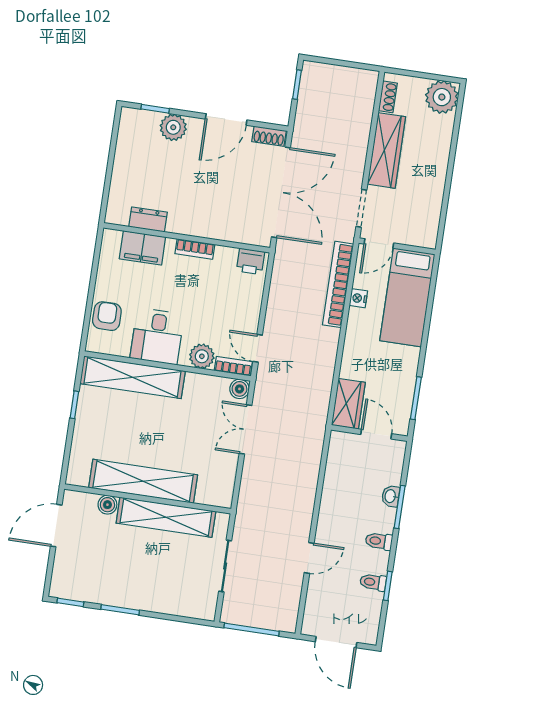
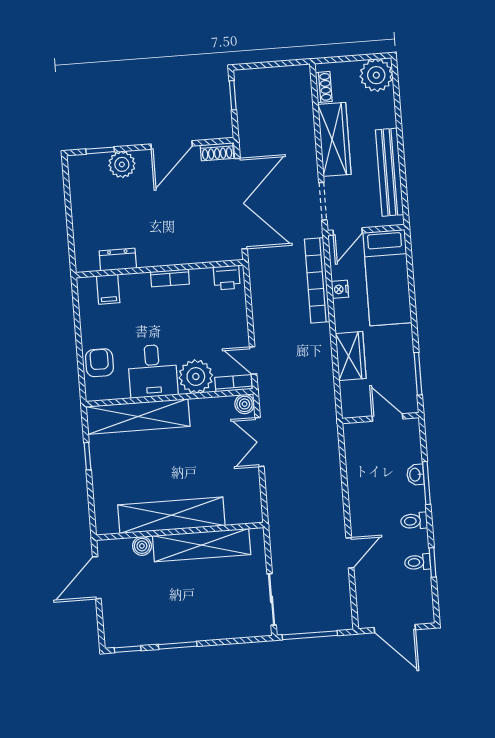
bench: (433, 195) -> (389, 172), added
filing cabinet: (142, 248) -> (108, 289), width x0.50
plant: (202, 356) -> (196, 376), width x1.36, depth x1.36
wardrobe: (348, 404) -> (351, 356), moved
sliding door: (225, 566) -> (272, 599), moved

